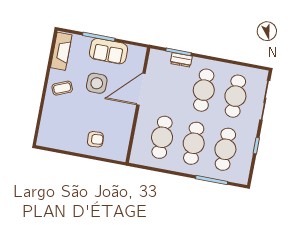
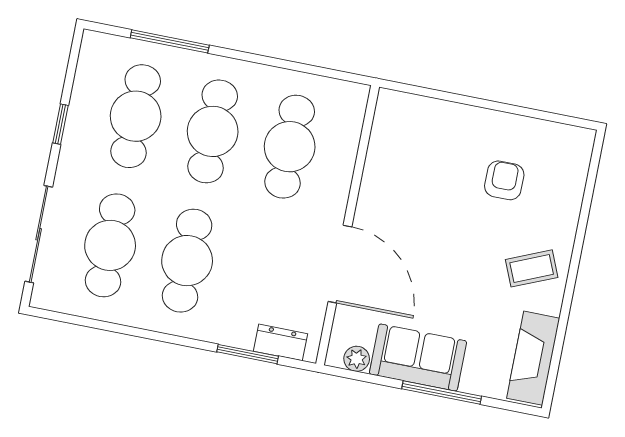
plant: (134, 50) -> (357, 359), added
dresser: (181, 60) -> (280, 342), moved
side table: (97, 83) -> (447, 280), removed
door: (141, 89) -> (340, 264), hinge flipped
armchair: (95, 139) -> (504, 180), moved, turned 95

